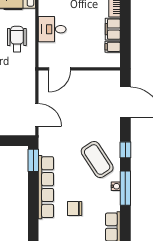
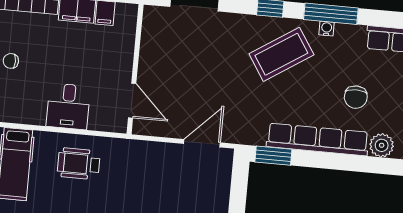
plant: (46, 227) -> (382, 145), added

